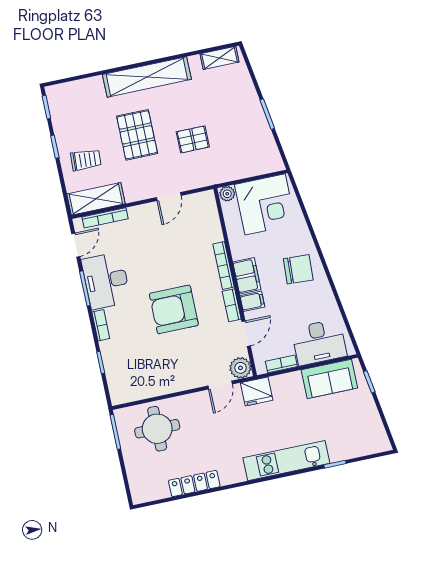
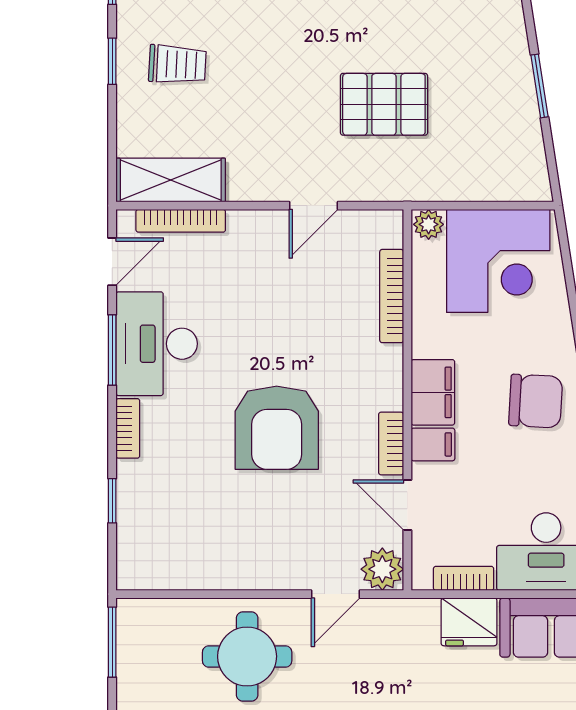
pallet: (137, 135) -> (277, 72), removed
pallet: (193, 139) -> (384, 104), width x1.50, depth x1.42
trolley: (86, 160) -> (177, 64), moved
bookcase: (223, 265) -> (392, 296), moved
armchair: (174, 309) -> (277, 428), turned -90
door: (246, 334) -> (407, 505), swing flipped
fridge: (257, 391) -> (469, 622), moved
round table: (157, 429) -> (247, 656), moved

